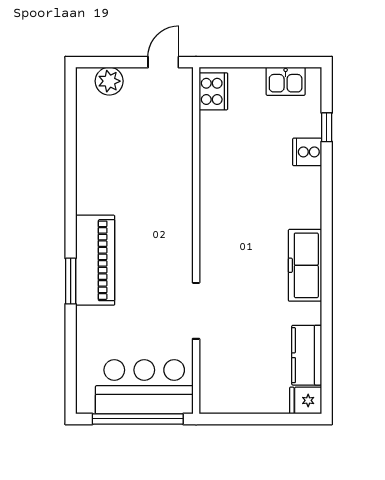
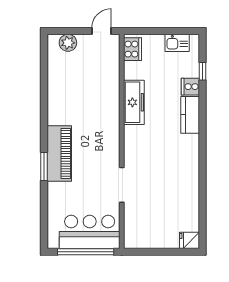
freezer: (305, 265) -> (134, 102), moved, turned 180
kitchen counter: (307, 355) -> (190, 115), moved

